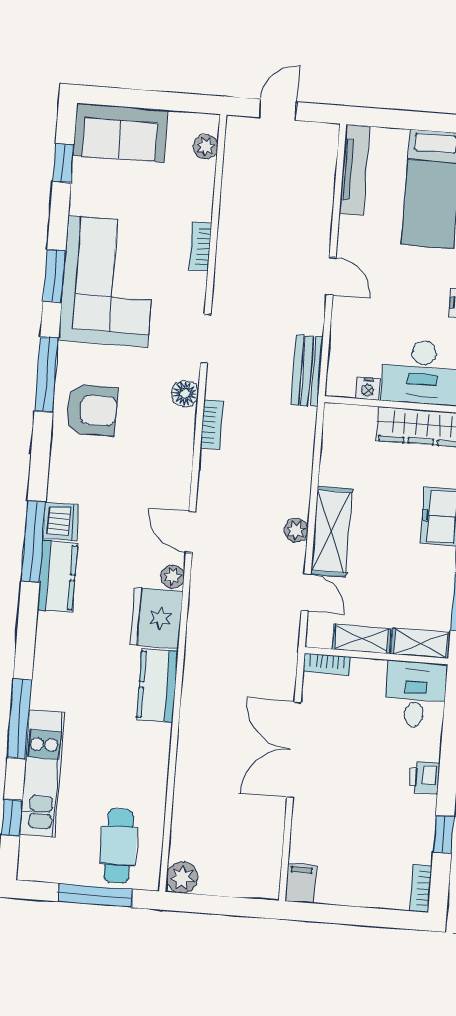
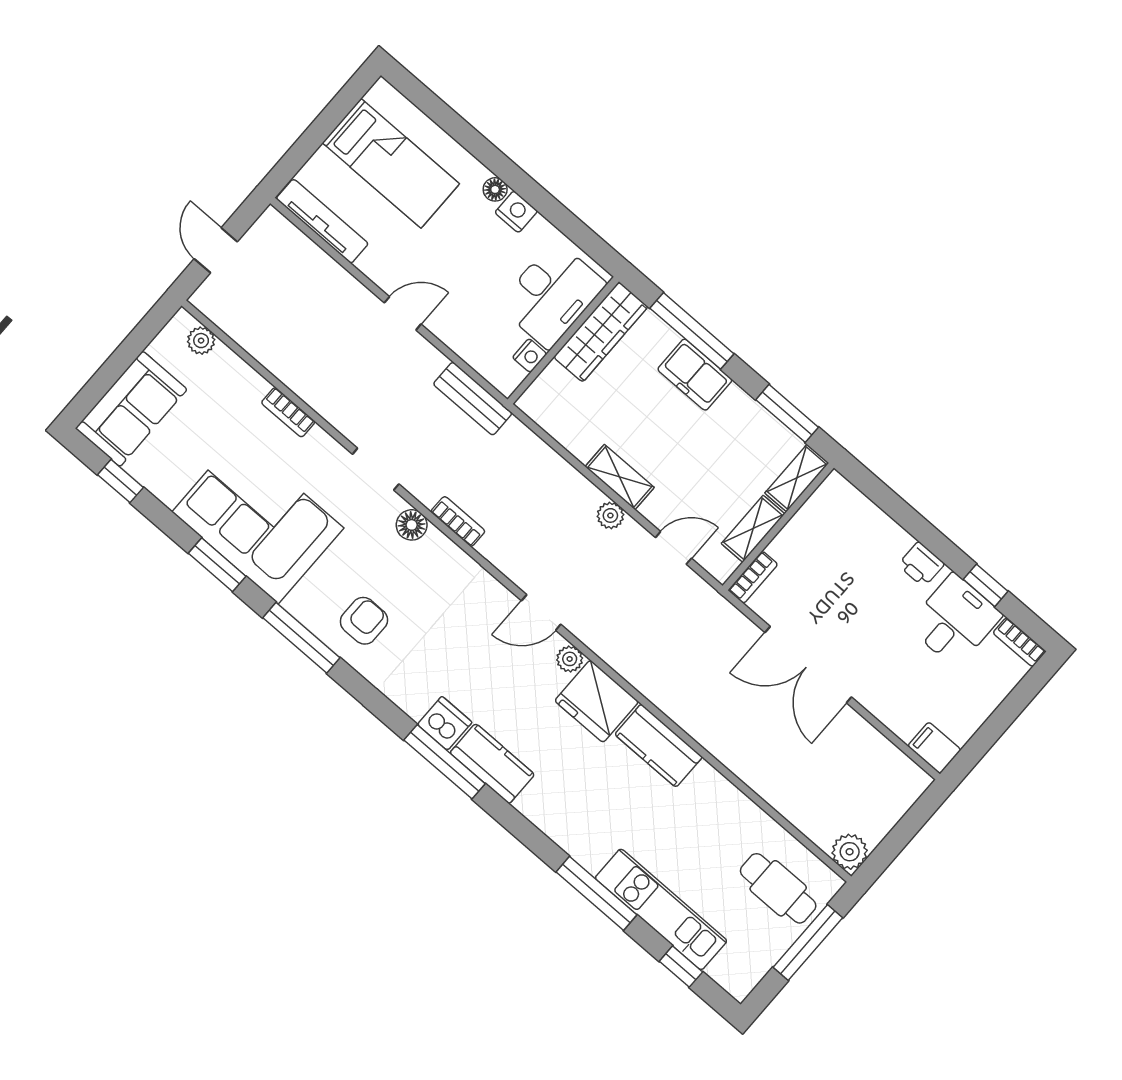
armchair: (92, 410) -> (364, 621), width x0.72, depth x0.72
shelving: (332, 532) -> (620, 477), width x0.67, depth x0.75
desk: (415, 694) -> (955, 620), moved, turned 90

